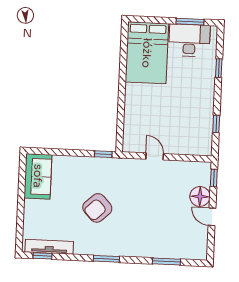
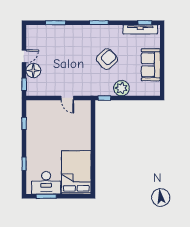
plant: (79, 167) -> (121, 88), added
sofa: (38, 176) -> (151, 65), moved
door: (212, 217) -> (24, 56), hinge flipped

